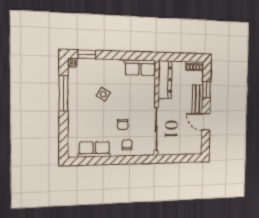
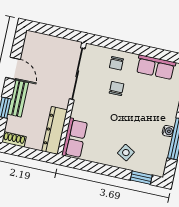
water cooler: (72, 63) -> (168, 131), moved
row of seats: (140, 68) -> (75, 138), moved, turned 90
side table: (103, 94) -> (126, 153), moved

